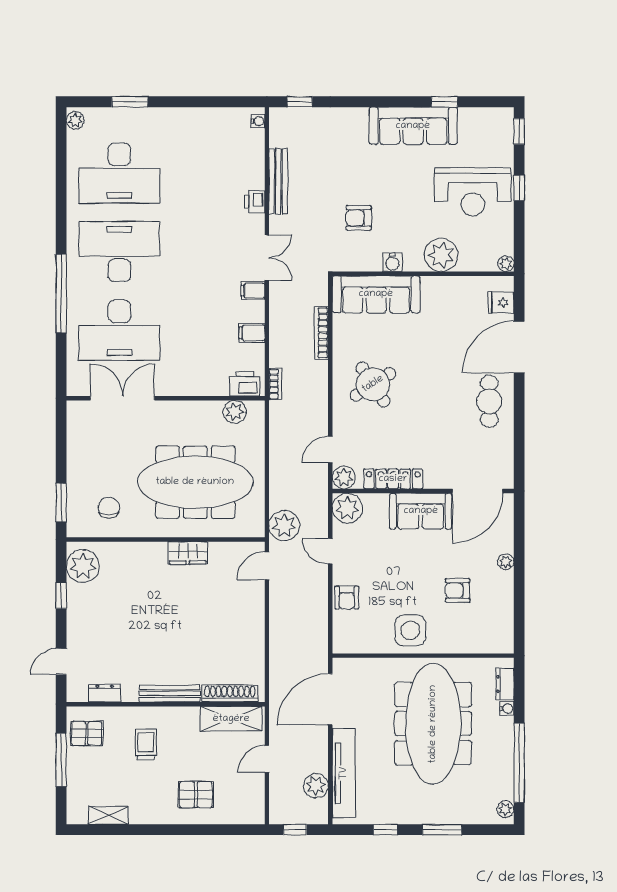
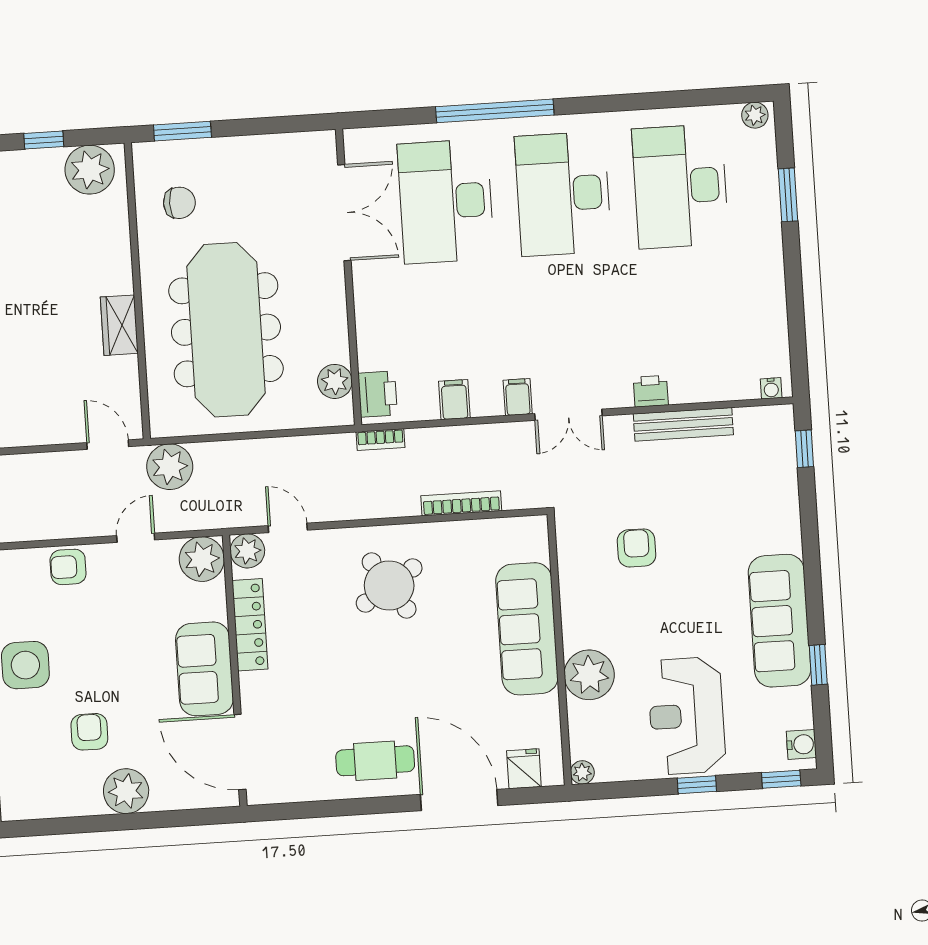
desk: (119, 252) -> (563, 194), turned 180
water cooler: (392, 262) -> (801, 744), moved, turned 180
sofa: (376, 294) -> (527, 629), moved
plant: (506, 562) -> (126, 791), width x1.88, depth x1.88

